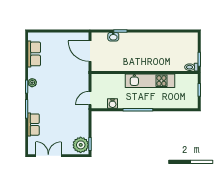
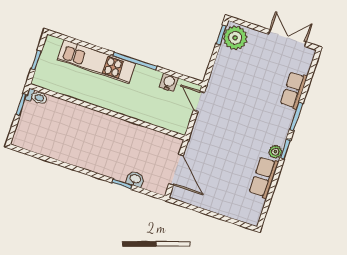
row of seats: (34, 54) -> (264, 177), moved
kitchen unit: (150, 81) -> (96, 62), moved, turned 180
door: (90, 98) -> (199, 101), swing flipped
double door: (48, 156) -> (287, 38), swing flipped

